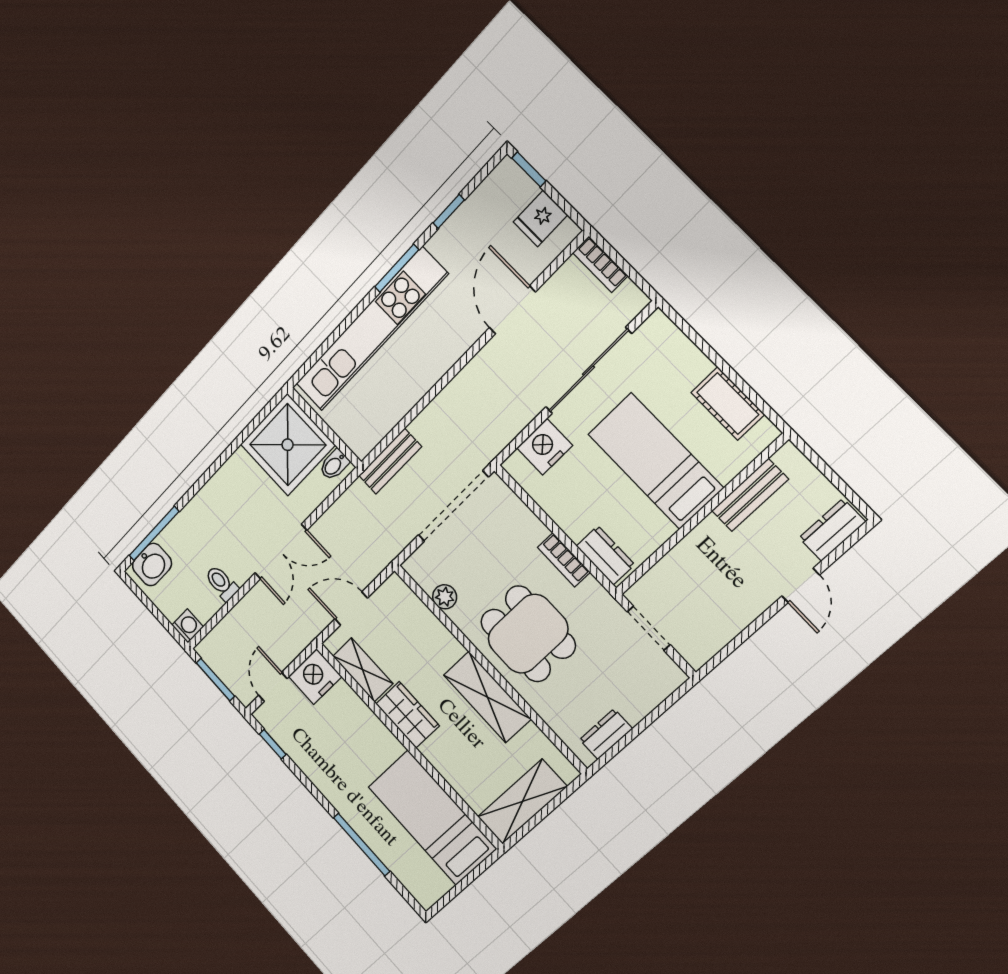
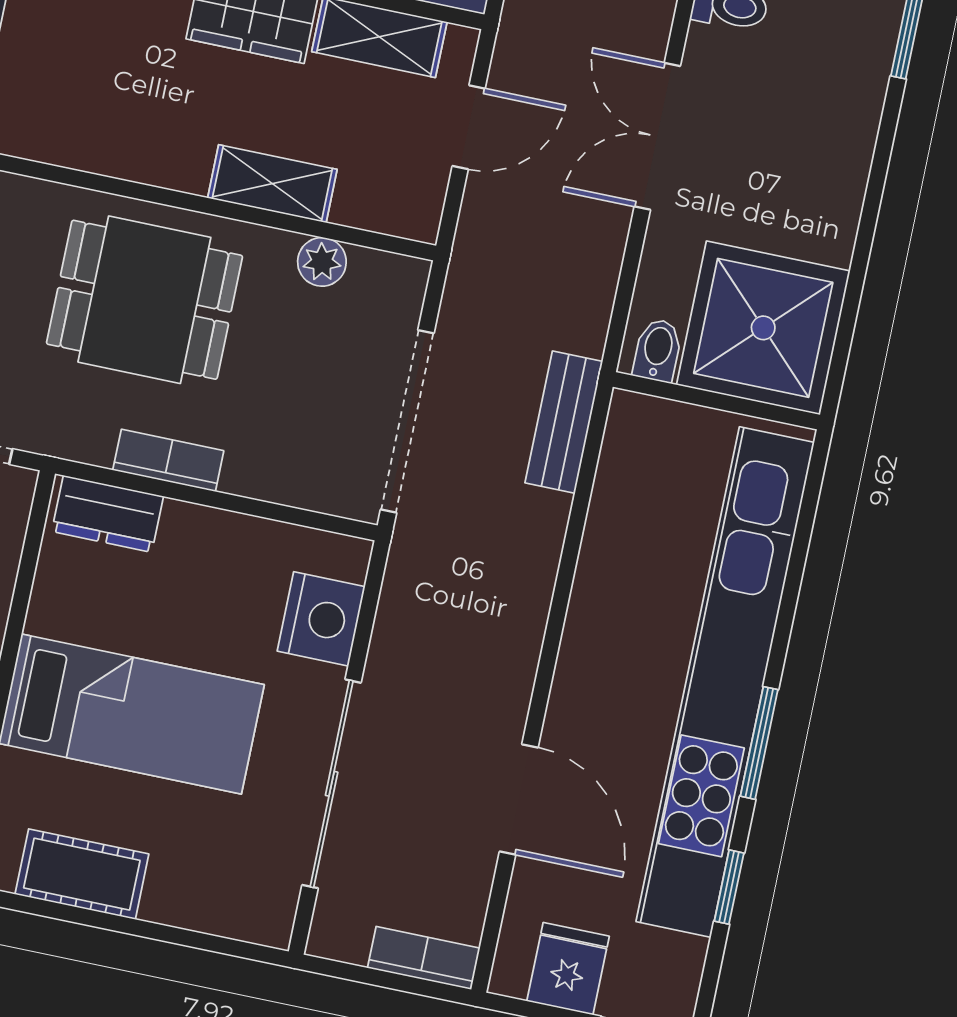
kitchen unit: (371, 330) -> (725, 682), width x1.36
shelving: (487, 697) -> (272, 184), moved, width x0.67, depth x0.75

